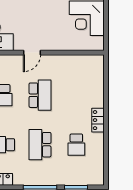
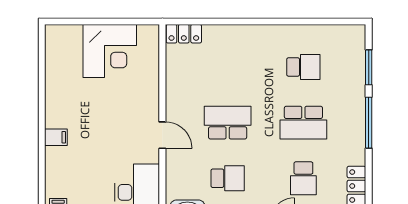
locker: (98, 120) -> (184, 34), moved

